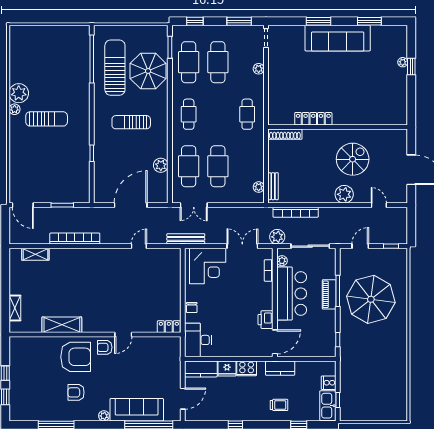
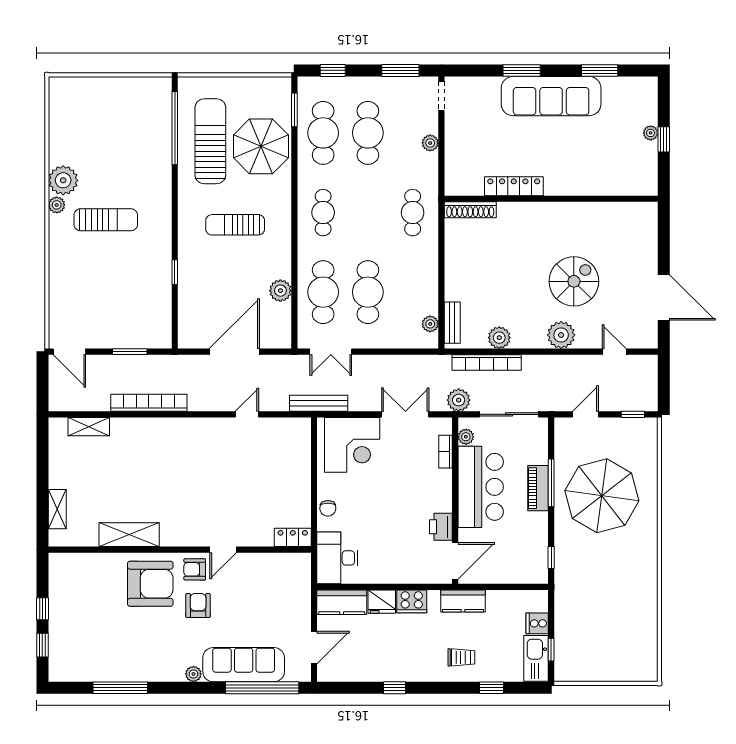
locker: (313, 119) -> (514, 186), moved
wall: (338, 127) -> (551, 199), moved
shoe rack: (285, 134) -> (470, 210), moved
plant: (304, 196) -> (499, 338), added
armchair: (76, 392) -> (198, 606), moved, turned 90

